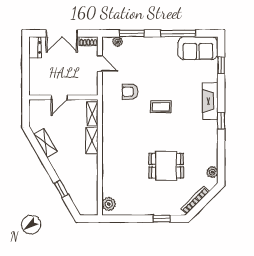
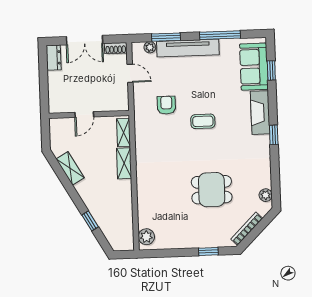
tv unit: (150, 44) -> (188, 48), added
sofa: (198, 48) -> (254, 67), moved, turned 90
armchair: (130, 92) -> (166, 105), turned 90

